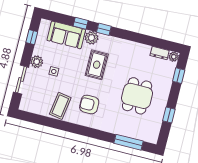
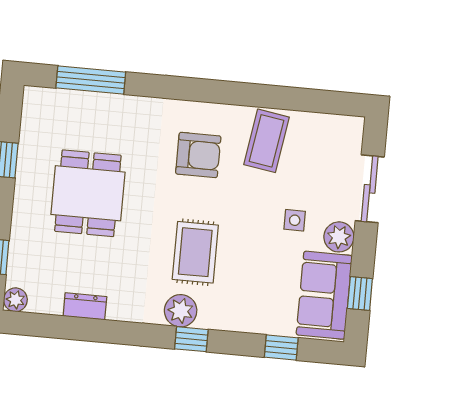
window: (81, 23) -> (281, 348), moved
sofa: (66, 35) -> (324, 295), moved, turned -90
plant: (92, 38) -> (181, 311), moved
dresser: (160, 53) -> (85, 306), moved

